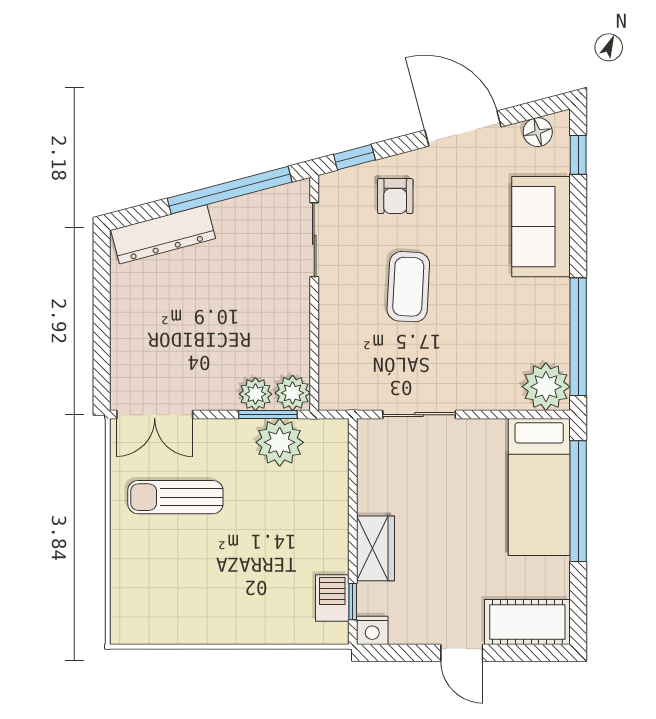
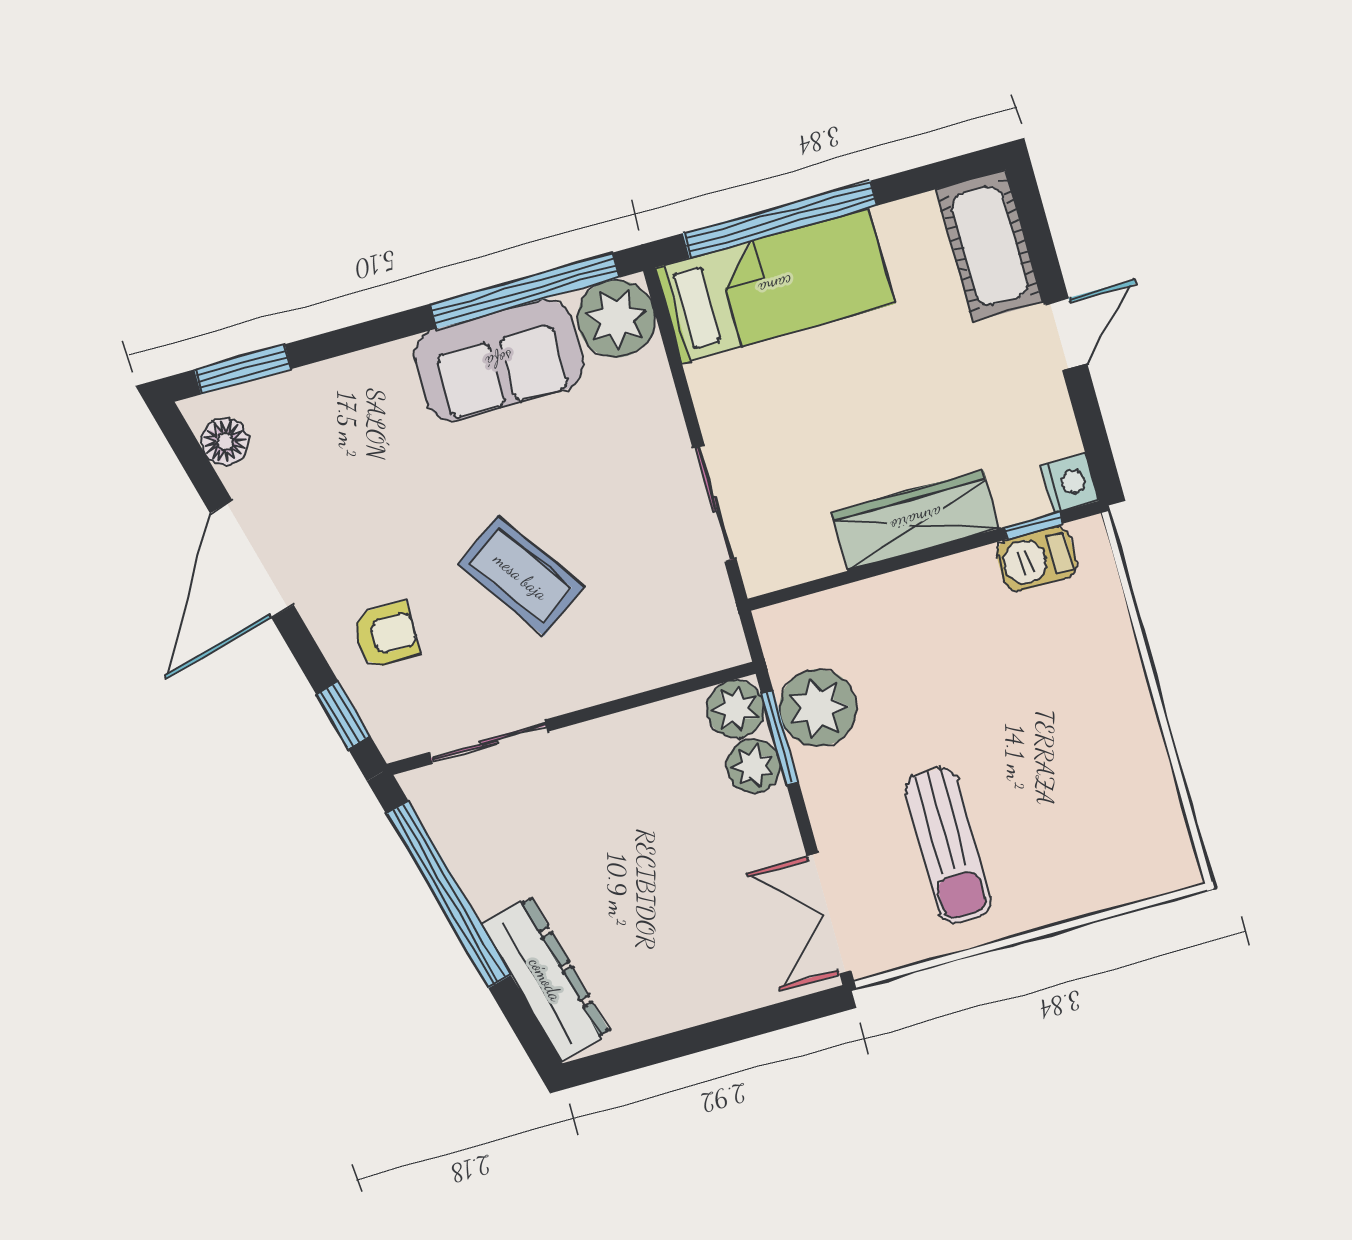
window: (578, 155) -> (243, 369), width x1.50
sofa: (541, 227) -> (499, 360), moved
coffee table: (408, 287) -> (521, 576), turned 52
double door: (155, 415) -> (829, 914), swing flipped
wardrobe: (375, 548) -> (916, 520), width x1.50

